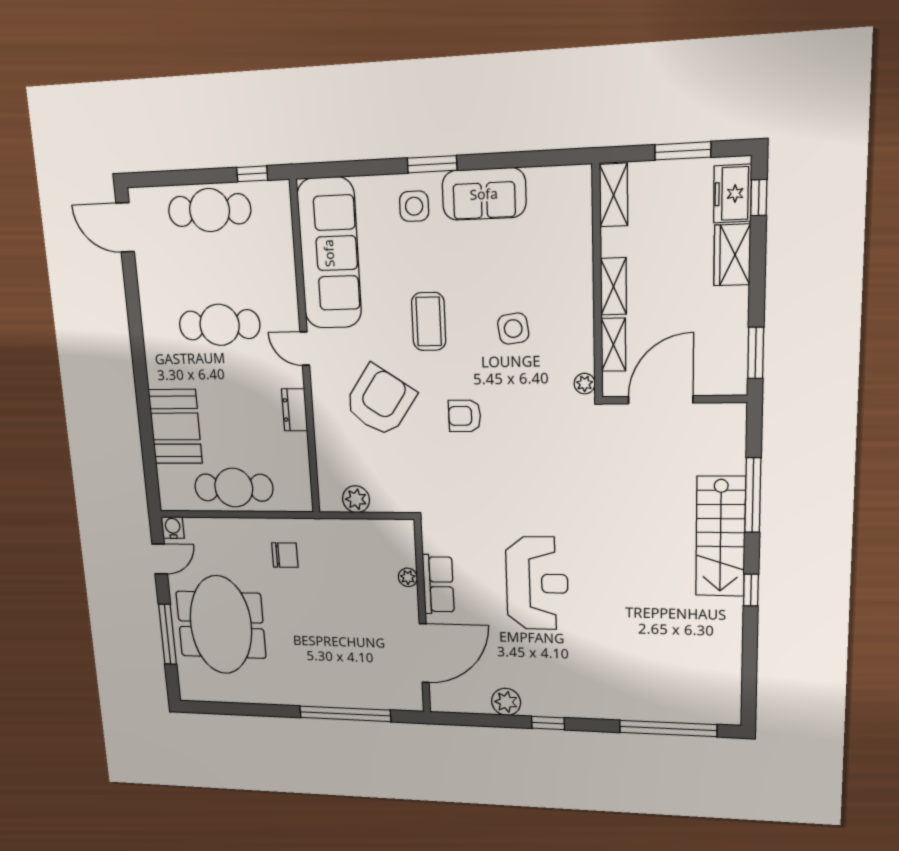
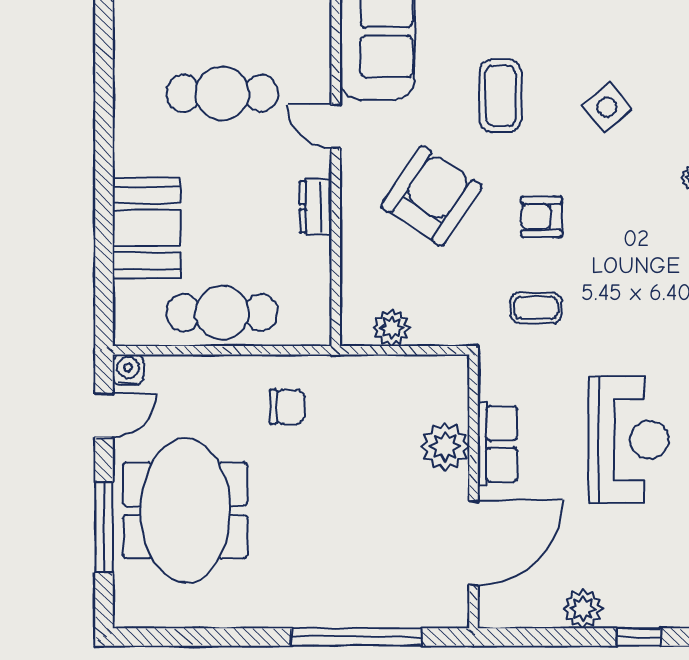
side table: (513, 329) -> (607, 107), turned -32
coffee table: (463, 485) -> (536, 308), added
plant: (408, 577) -> (445, 446), width x1.88, depth x1.88

